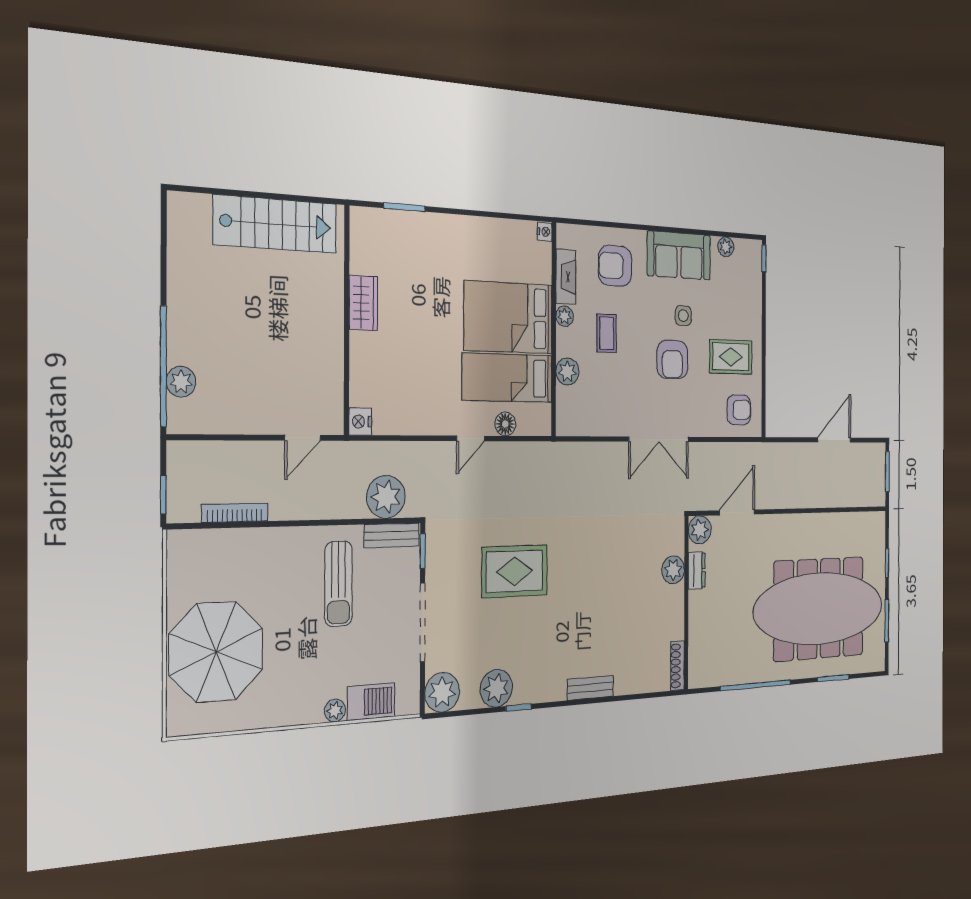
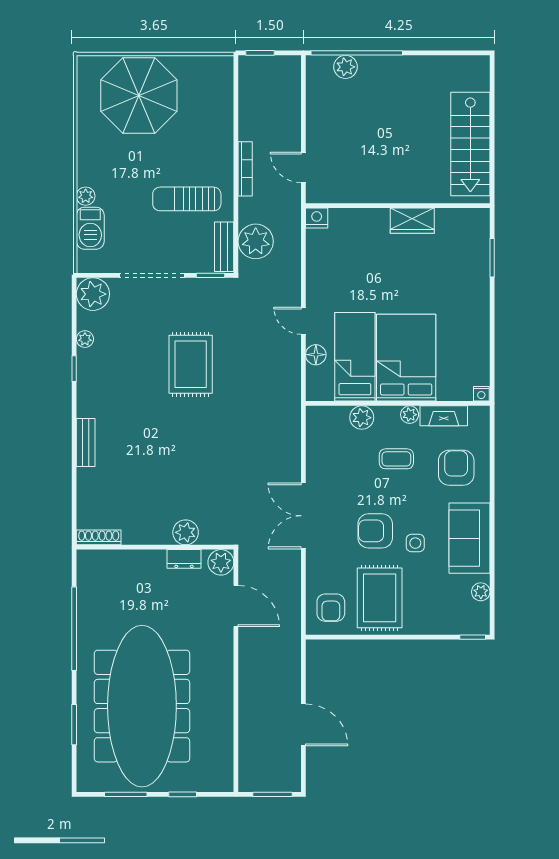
rug: (731, 357) -> (380, 598), width x1.36, depth x1.43
bookcase: (235, 513) -> (245, 169), moved
plant: (496, 688) -> (85, 339), width x0.53, depth x0.53

